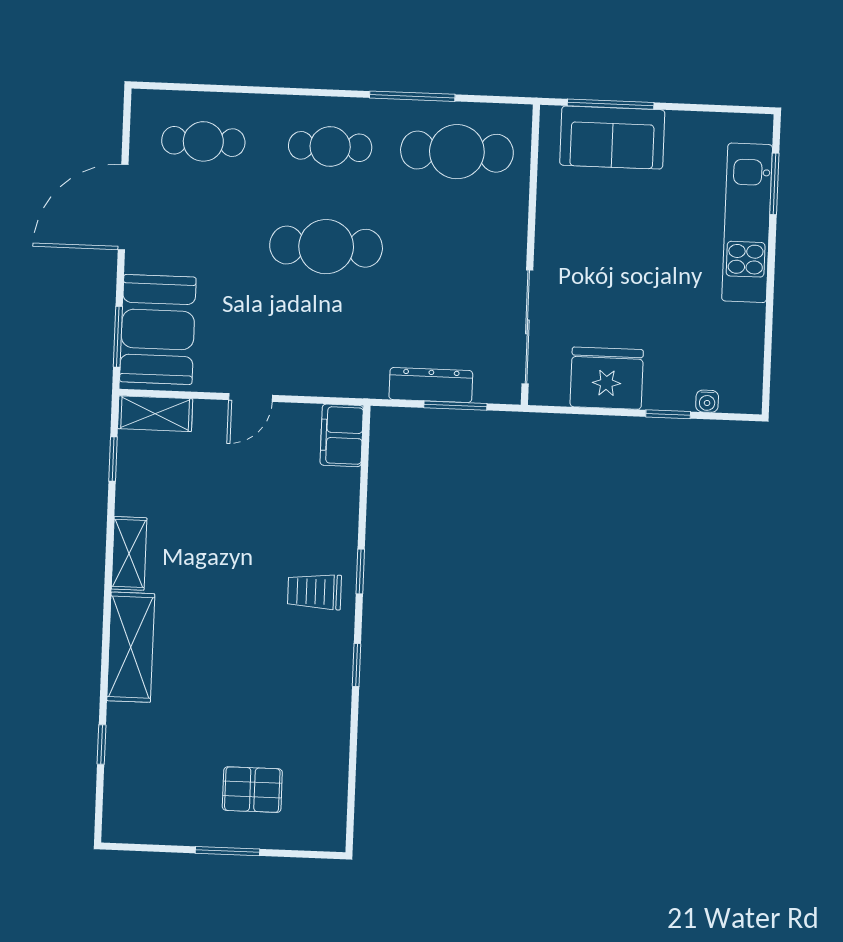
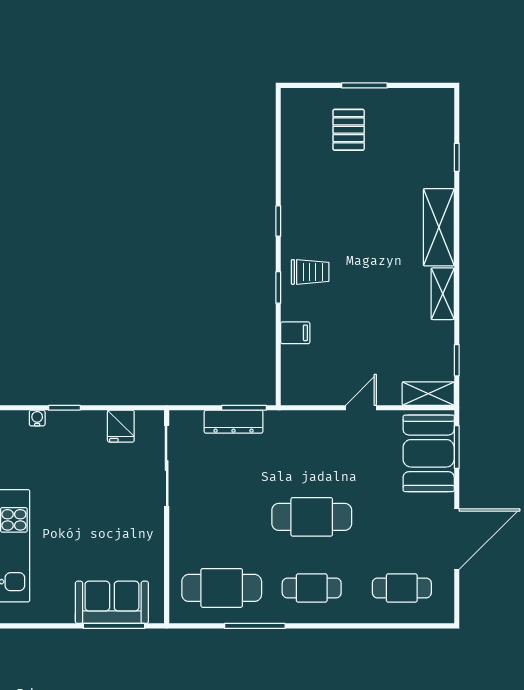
fridge: (607, 378) -> (121, 426), width x0.53, depth x0.75
window: (455, 406) -> (244, 408), moved
filing cabinet: (342, 435) -> (295, 333), moved, width x0.50
pallet: (252, 790) -> (349, 130), turned 90

